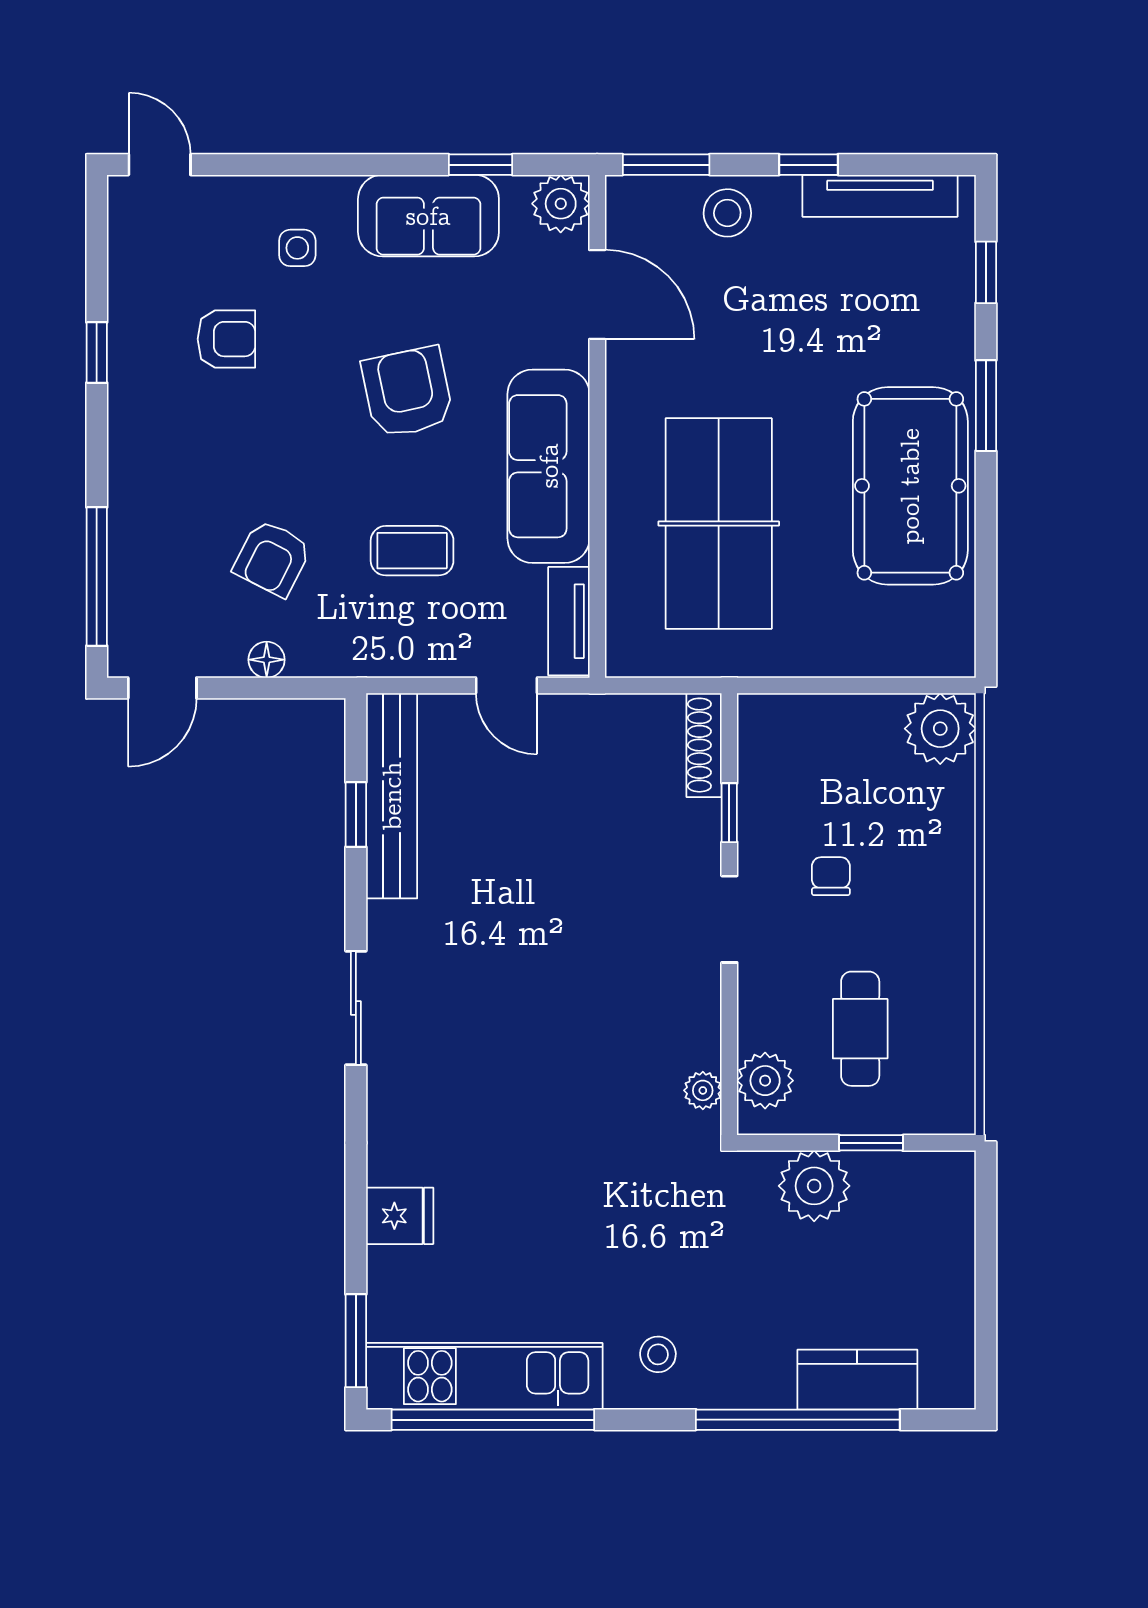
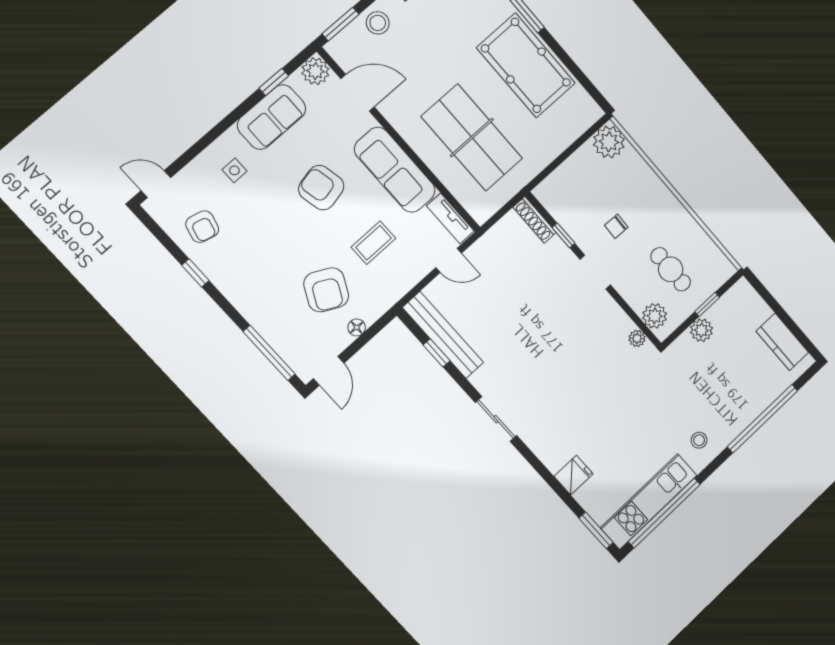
armchair: (226, 339) -> (202, 227), moved, turned 104
armchair: (272, 558) -> (326, 290), width x1.38, depth x1.38
chair: (831, 876) -> (616, 226), turned -88
plant: (814, 1186) -> (701, 330), width x0.73, depth x0.73
kitchen counter: (857, 1380) -> (782, 342), moved, turned -90

